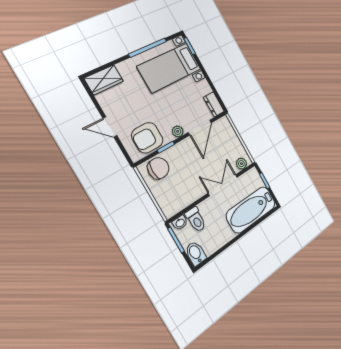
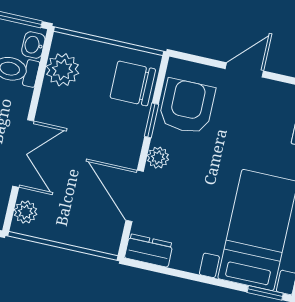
chair: (158, 168) -> (133, 83), turned 90
plant: (179, 201) -> (63, 70), added

